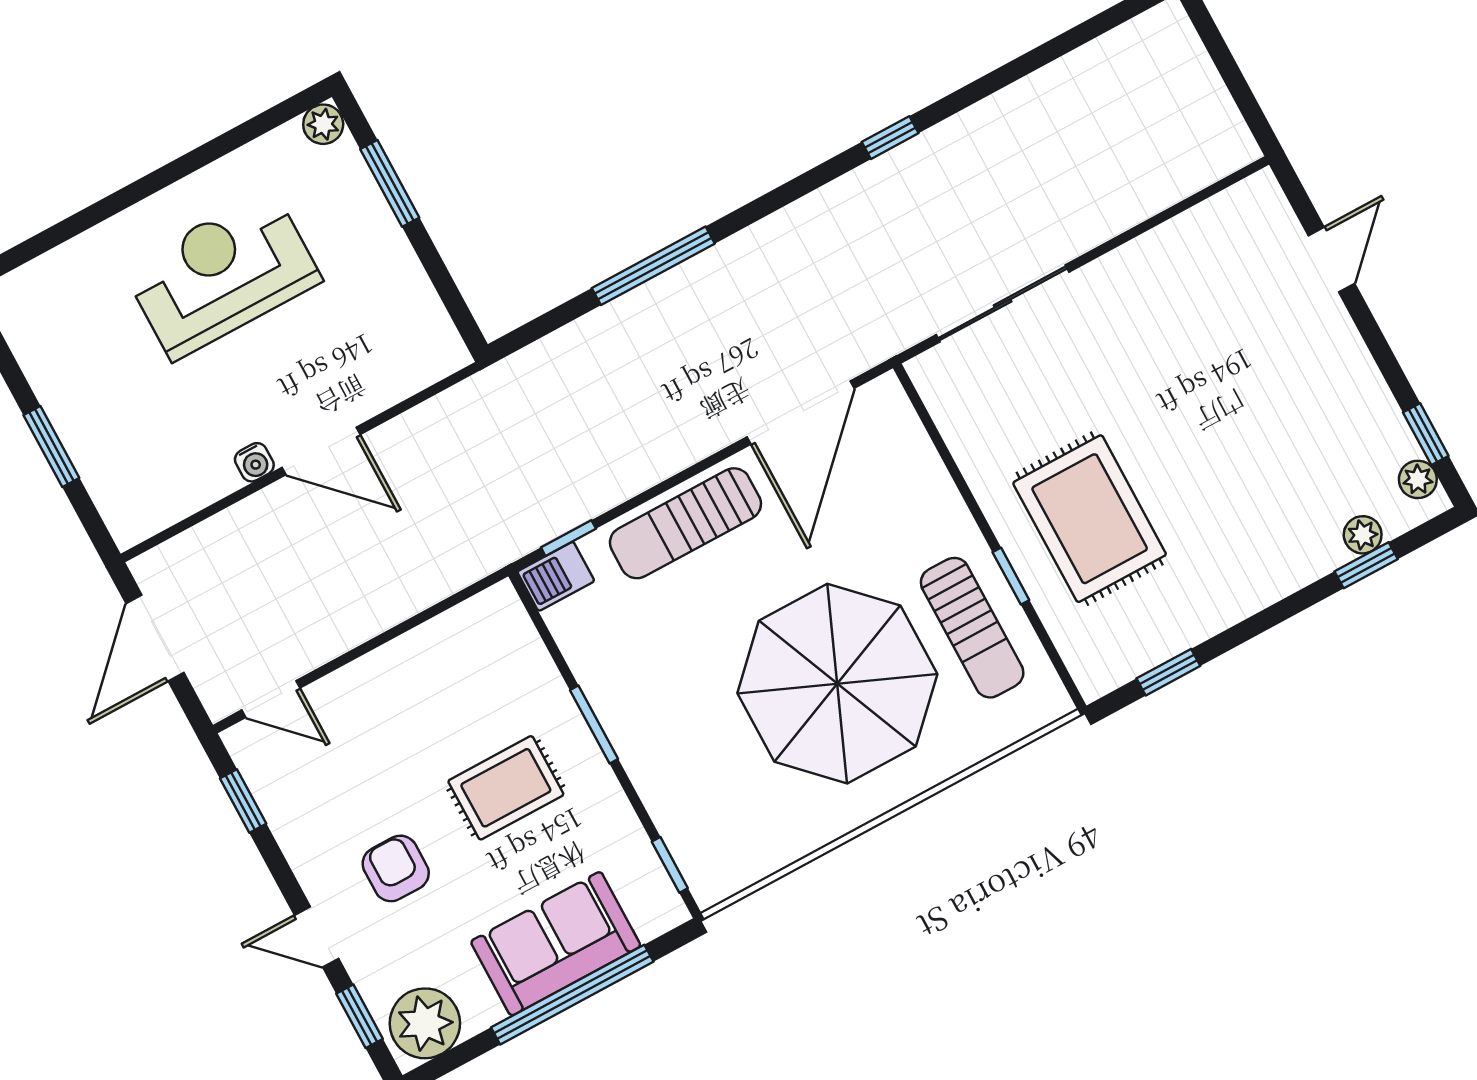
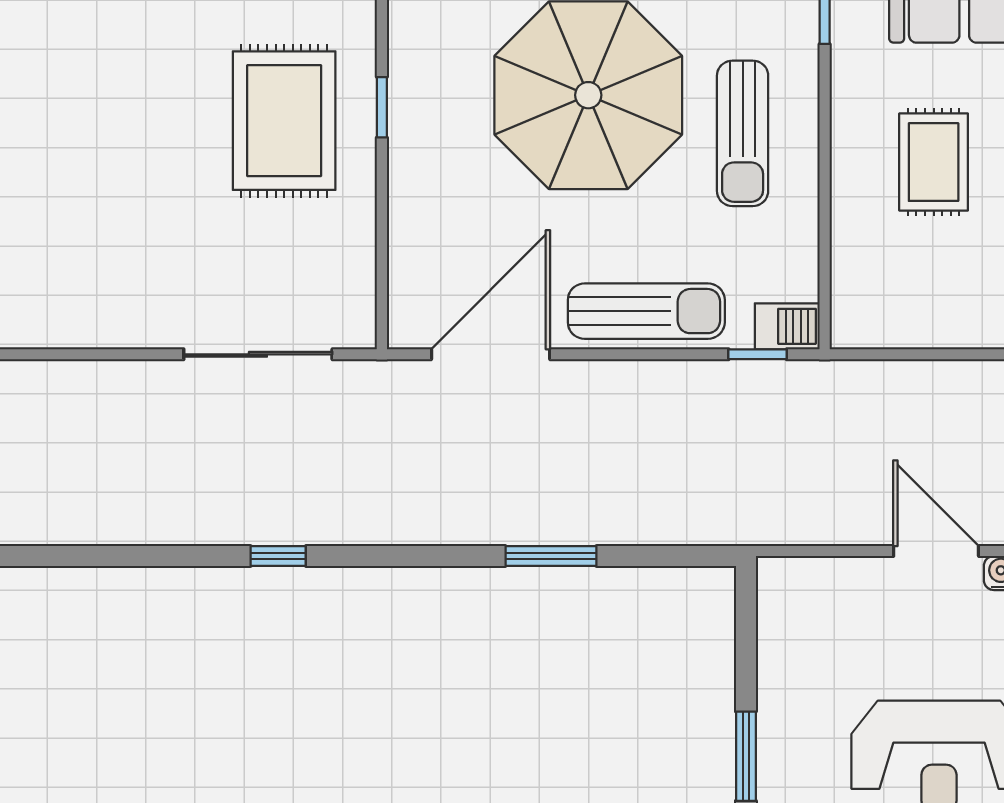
window: (653, 266) -> (551, 556), width x0.69
sun lounger: (972, 628) -> (743, 133), moved, turned 180
window: (594, 724) -> (825, 176), removed
rug: (506, 788) -> (934, 162), turned 90

